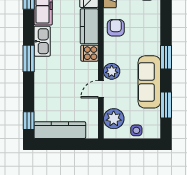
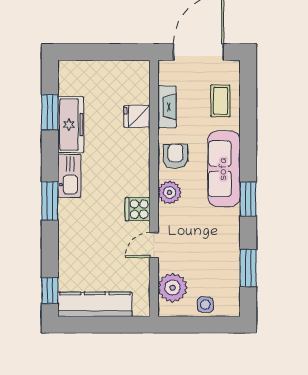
kitchen counter: (89, 26) -> (137, 154), removed
cooker: (90, 53) -> (138, 209), moved
plant: (112, 71) -> (170, 192), moved
sofa: (149, 82) -> (224, 169), moved

